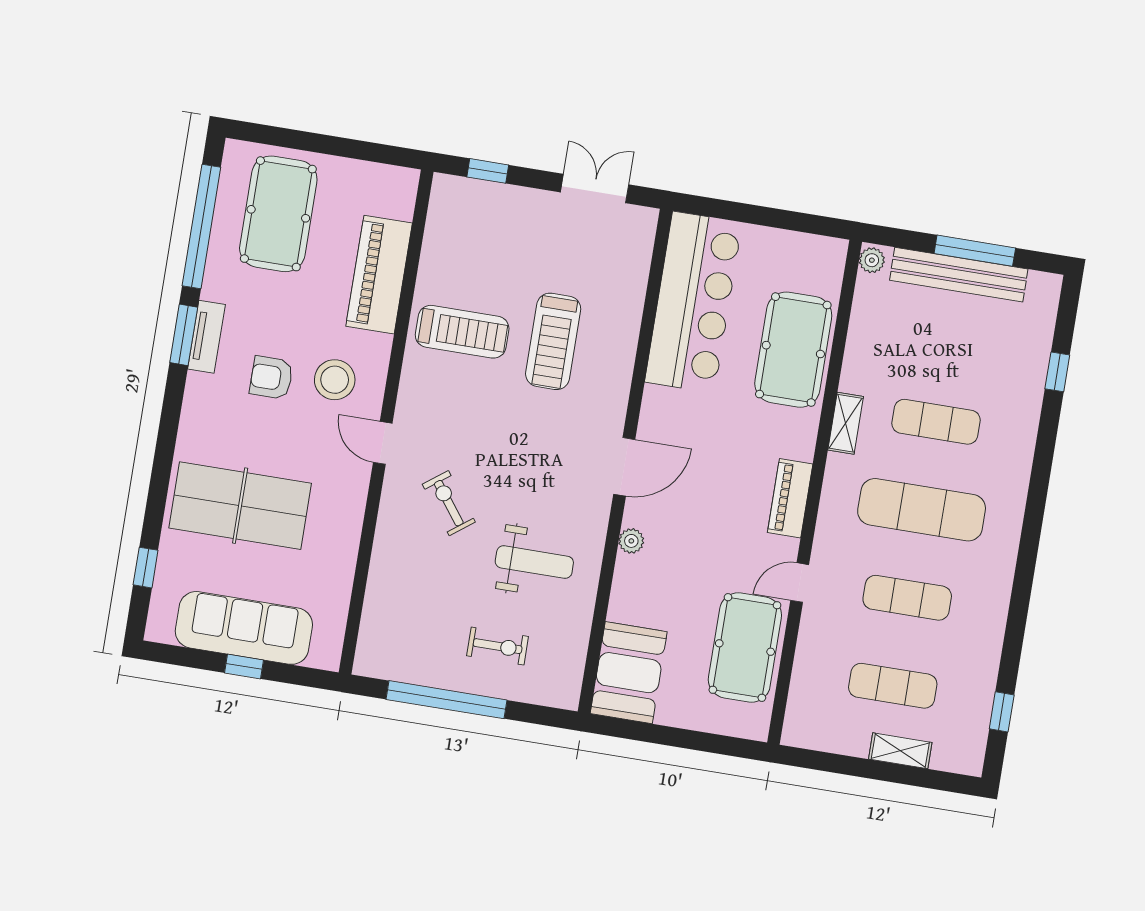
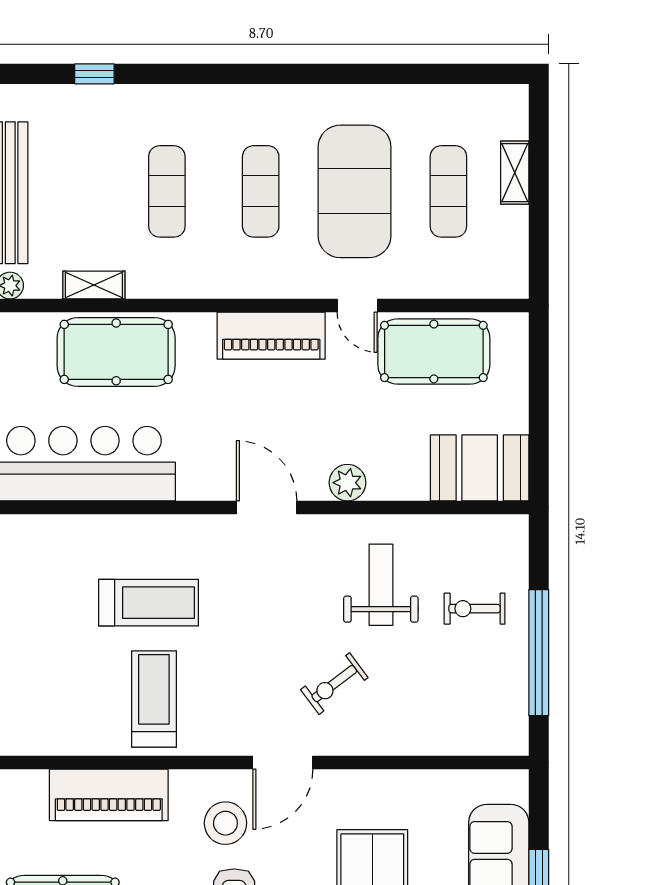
shelving: (846, 423) -> (94, 285), moved
door: (383, 443) -> (283, 762), width x1.38
piano: (790, 498) -> (271, 336), width x1.37, depth x1.33
exercise mat: (922, 510) -> (261, 191), width x0.73, depth x0.69
plant: (631, 541) -> (347, 483), width x1.38, depth x1.38
exercise mat: (907, 598) -> (355, 191), width x2.00, depth x1.45
exercise bike: (498, 646) -> (474, 609), turned -90
window: (1002, 712) -> (457, 74), removed

